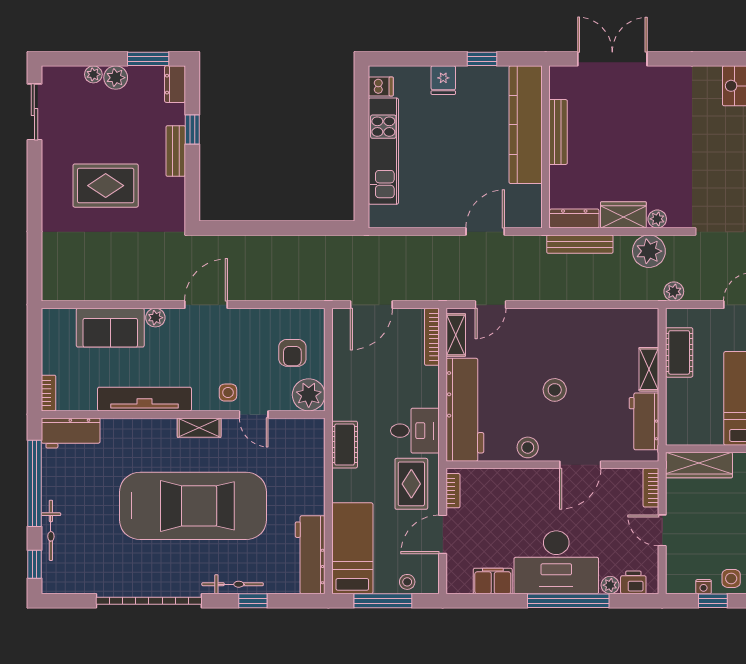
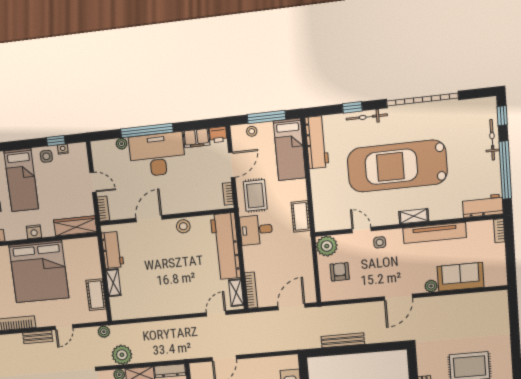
bench: (580, 244) -> (343, 340), moved
stool: (555, 390) -> (170, 264), removed
shelving: (199, 428) -> (414, 216), moved
printer: (633, 582) -> (218, 135), moved

